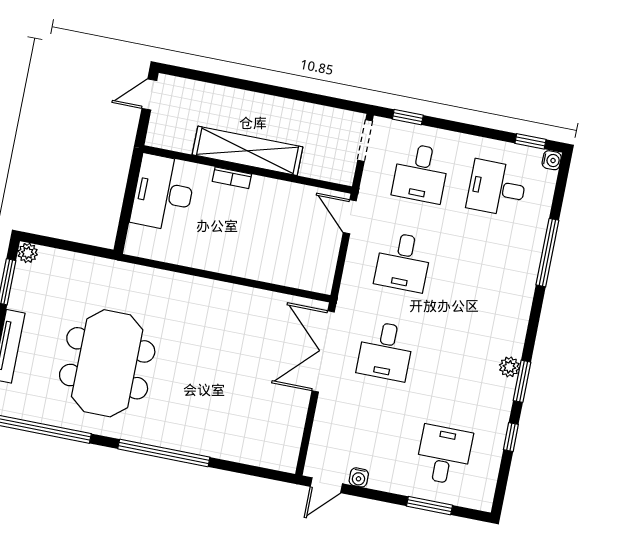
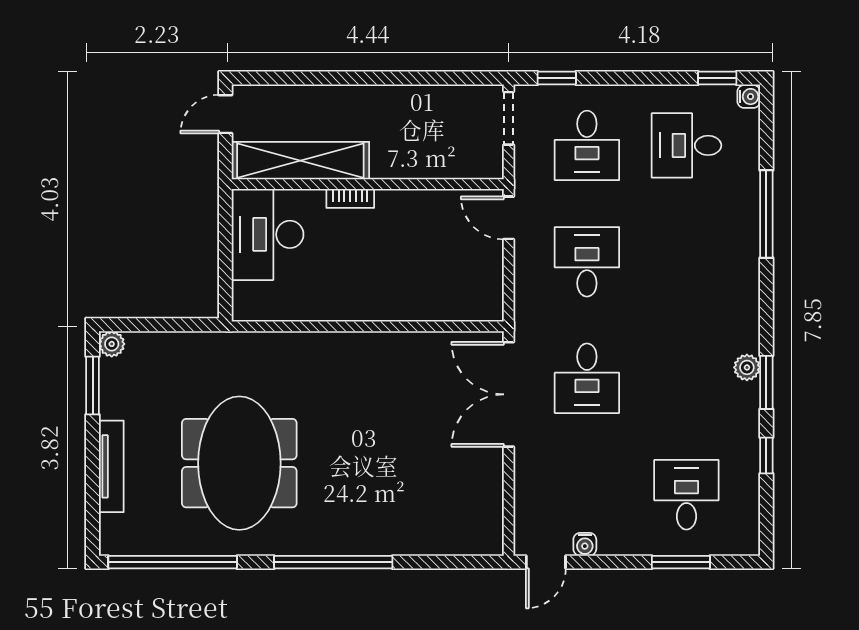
shelving: (248, 151) -> (300, 161), moved
desk: (403, 262) -> (587, 262), turned 180

